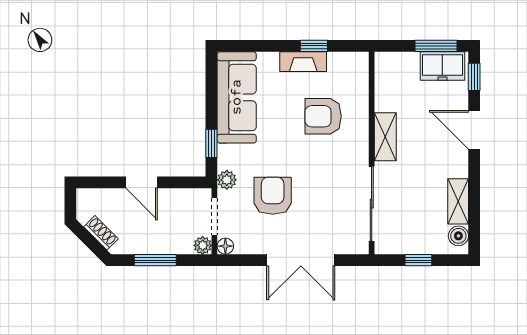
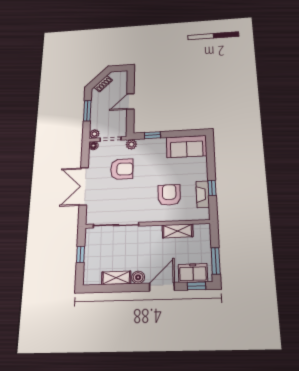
fireplace: (303, 62) -> (203, 194), moved
freezer: (442, 66) -> (193, 273), moved, turned 90
sofa: (237, 97) -> (187, 147), width x0.73
shelving: (385, 137) -> (178, 231), moved
boiler: (458, 236) -> (138, 277), moved

